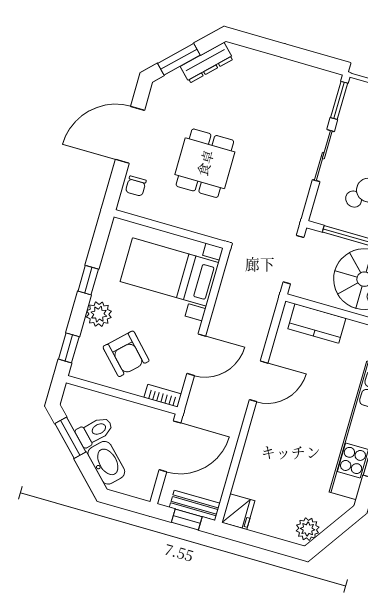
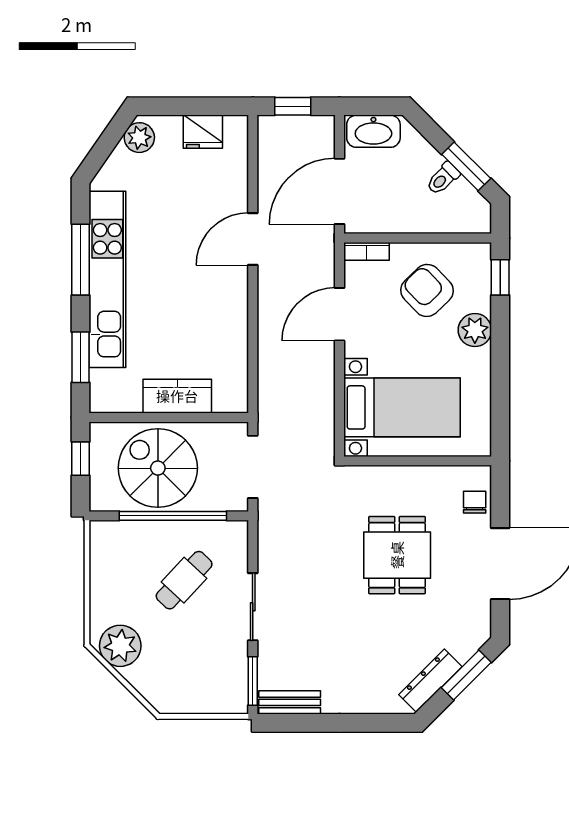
window: (88, 280) -> (500, 368), removed
kitchen counter: (317, 323) -> (177, 396), moved
door: (259, 381) -> (253, 239), moved
toilet: (95, 431) -> (443, 178), width x0.73, depth x0.72
washbasin: (106, 463) -> (373, 131), moved, turned -45
bench: (195, 505) -> (290, 702), moved
fridge: (238, 512) -> (203, 132), moved, turned -90

